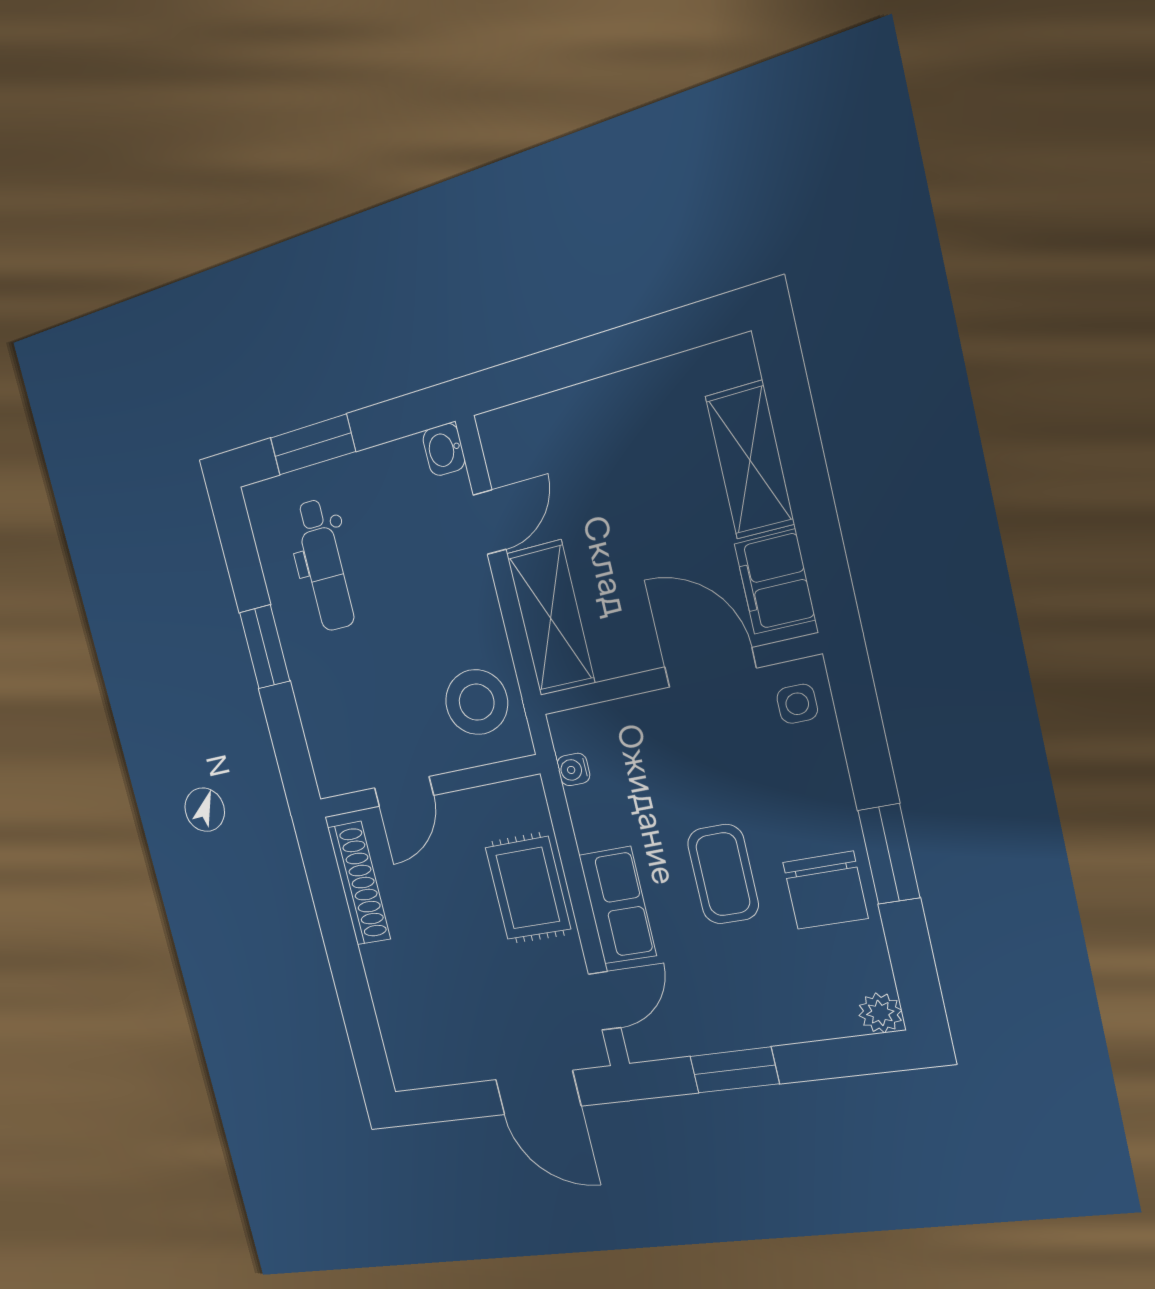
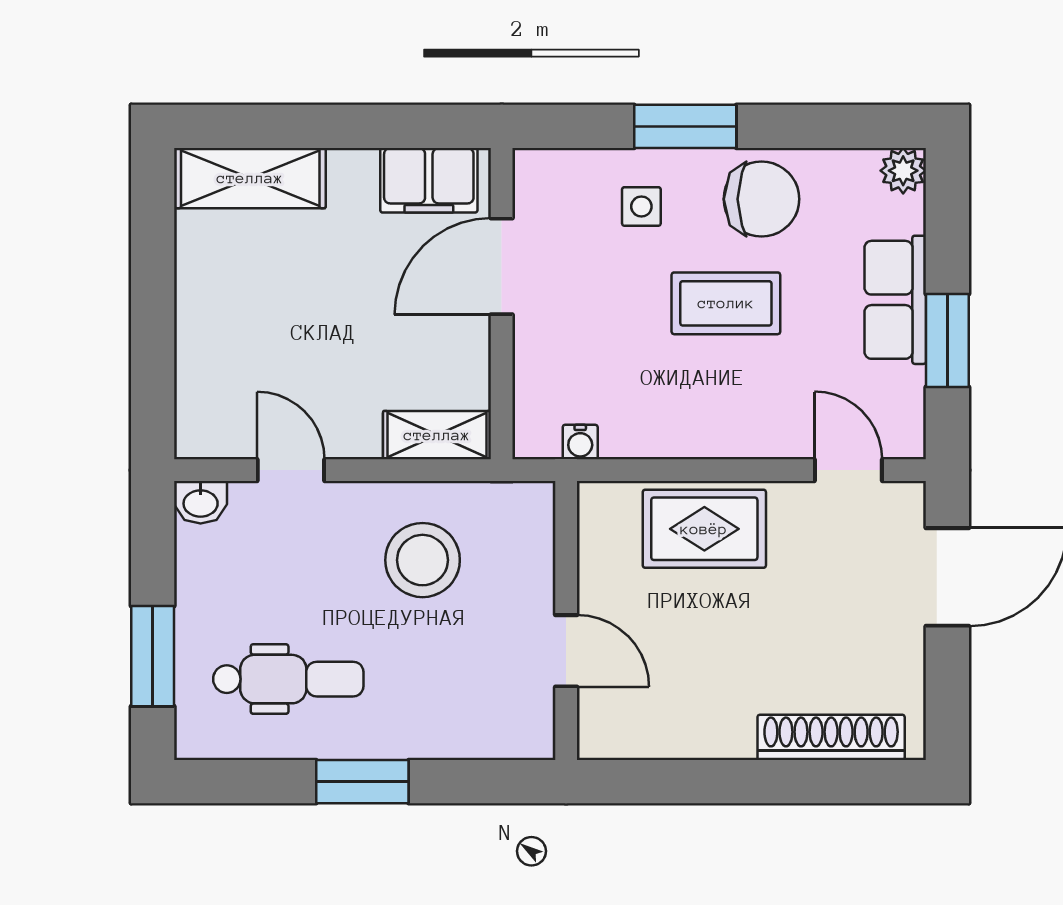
shelving: (750, 460) -> (250, 178), moved
shelving: (551, 618) -> (437, 435), width x0.67, depth x0.75
stool: (477, 702) -> (423, 560), moved
side table: (797, 704) -> (641, 206), moved
window: (889, 854) -> (685, 126), moved
shoe rack: (359, 883) -> (831, 737), moved
row of seats: (618, 905) -> (895, 300), moved, turned -90

